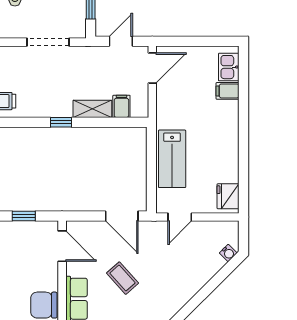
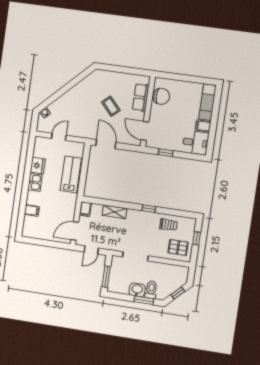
kitchen sink: (229, 67) -> (35, 182), moved
filing cabinet: (121, 106) -> (85, 209), moved
window: (61, 122) -> (149, 209), moved
fridge: (228, 196) -> (38, 166), moved
door: (180, 217) -> (59, 137), moved

